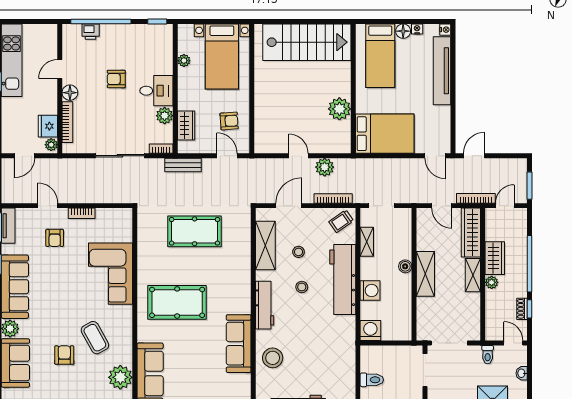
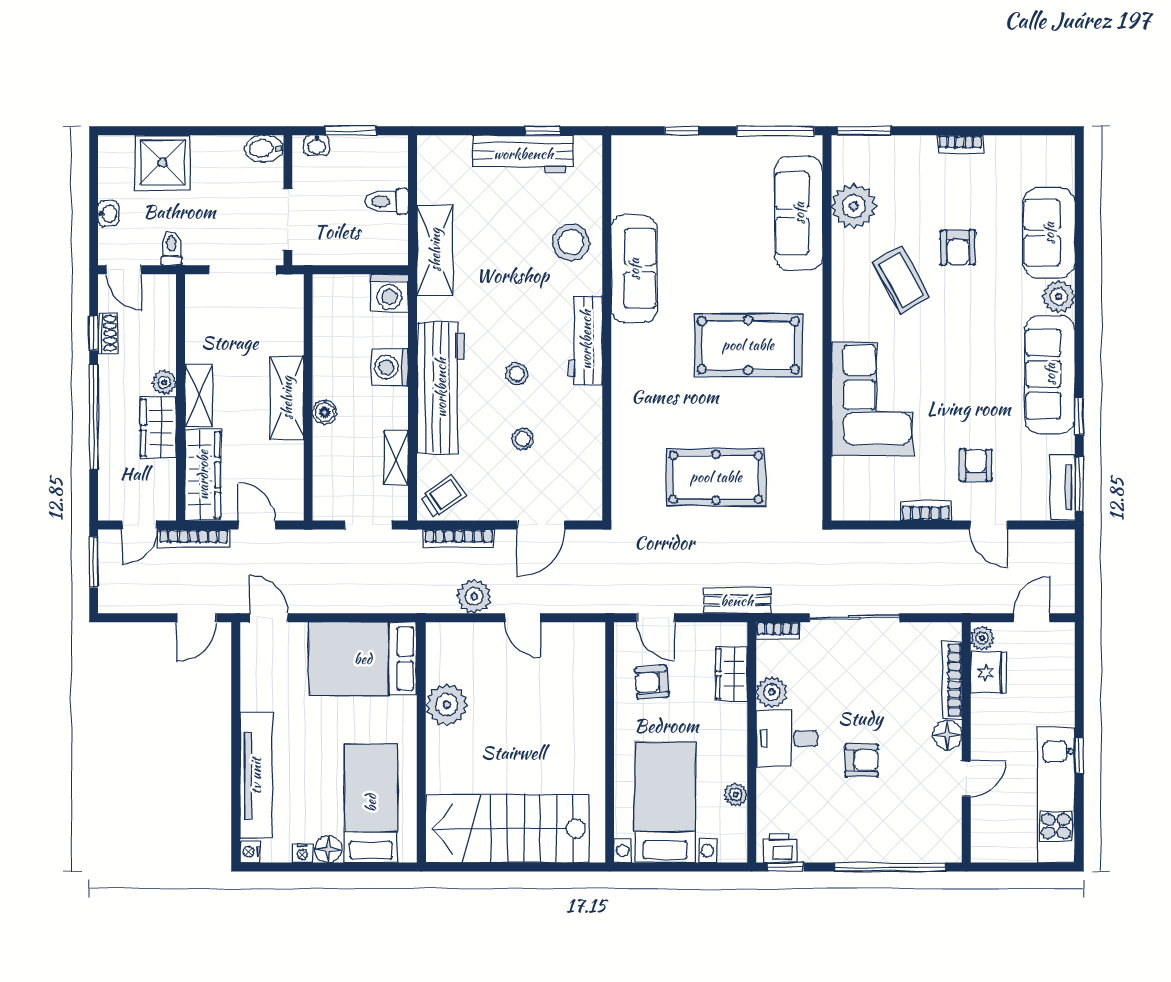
printer: (91, 32) -> (780, 848), moved
shelving: (265, 246) -> (435, 250), moved

